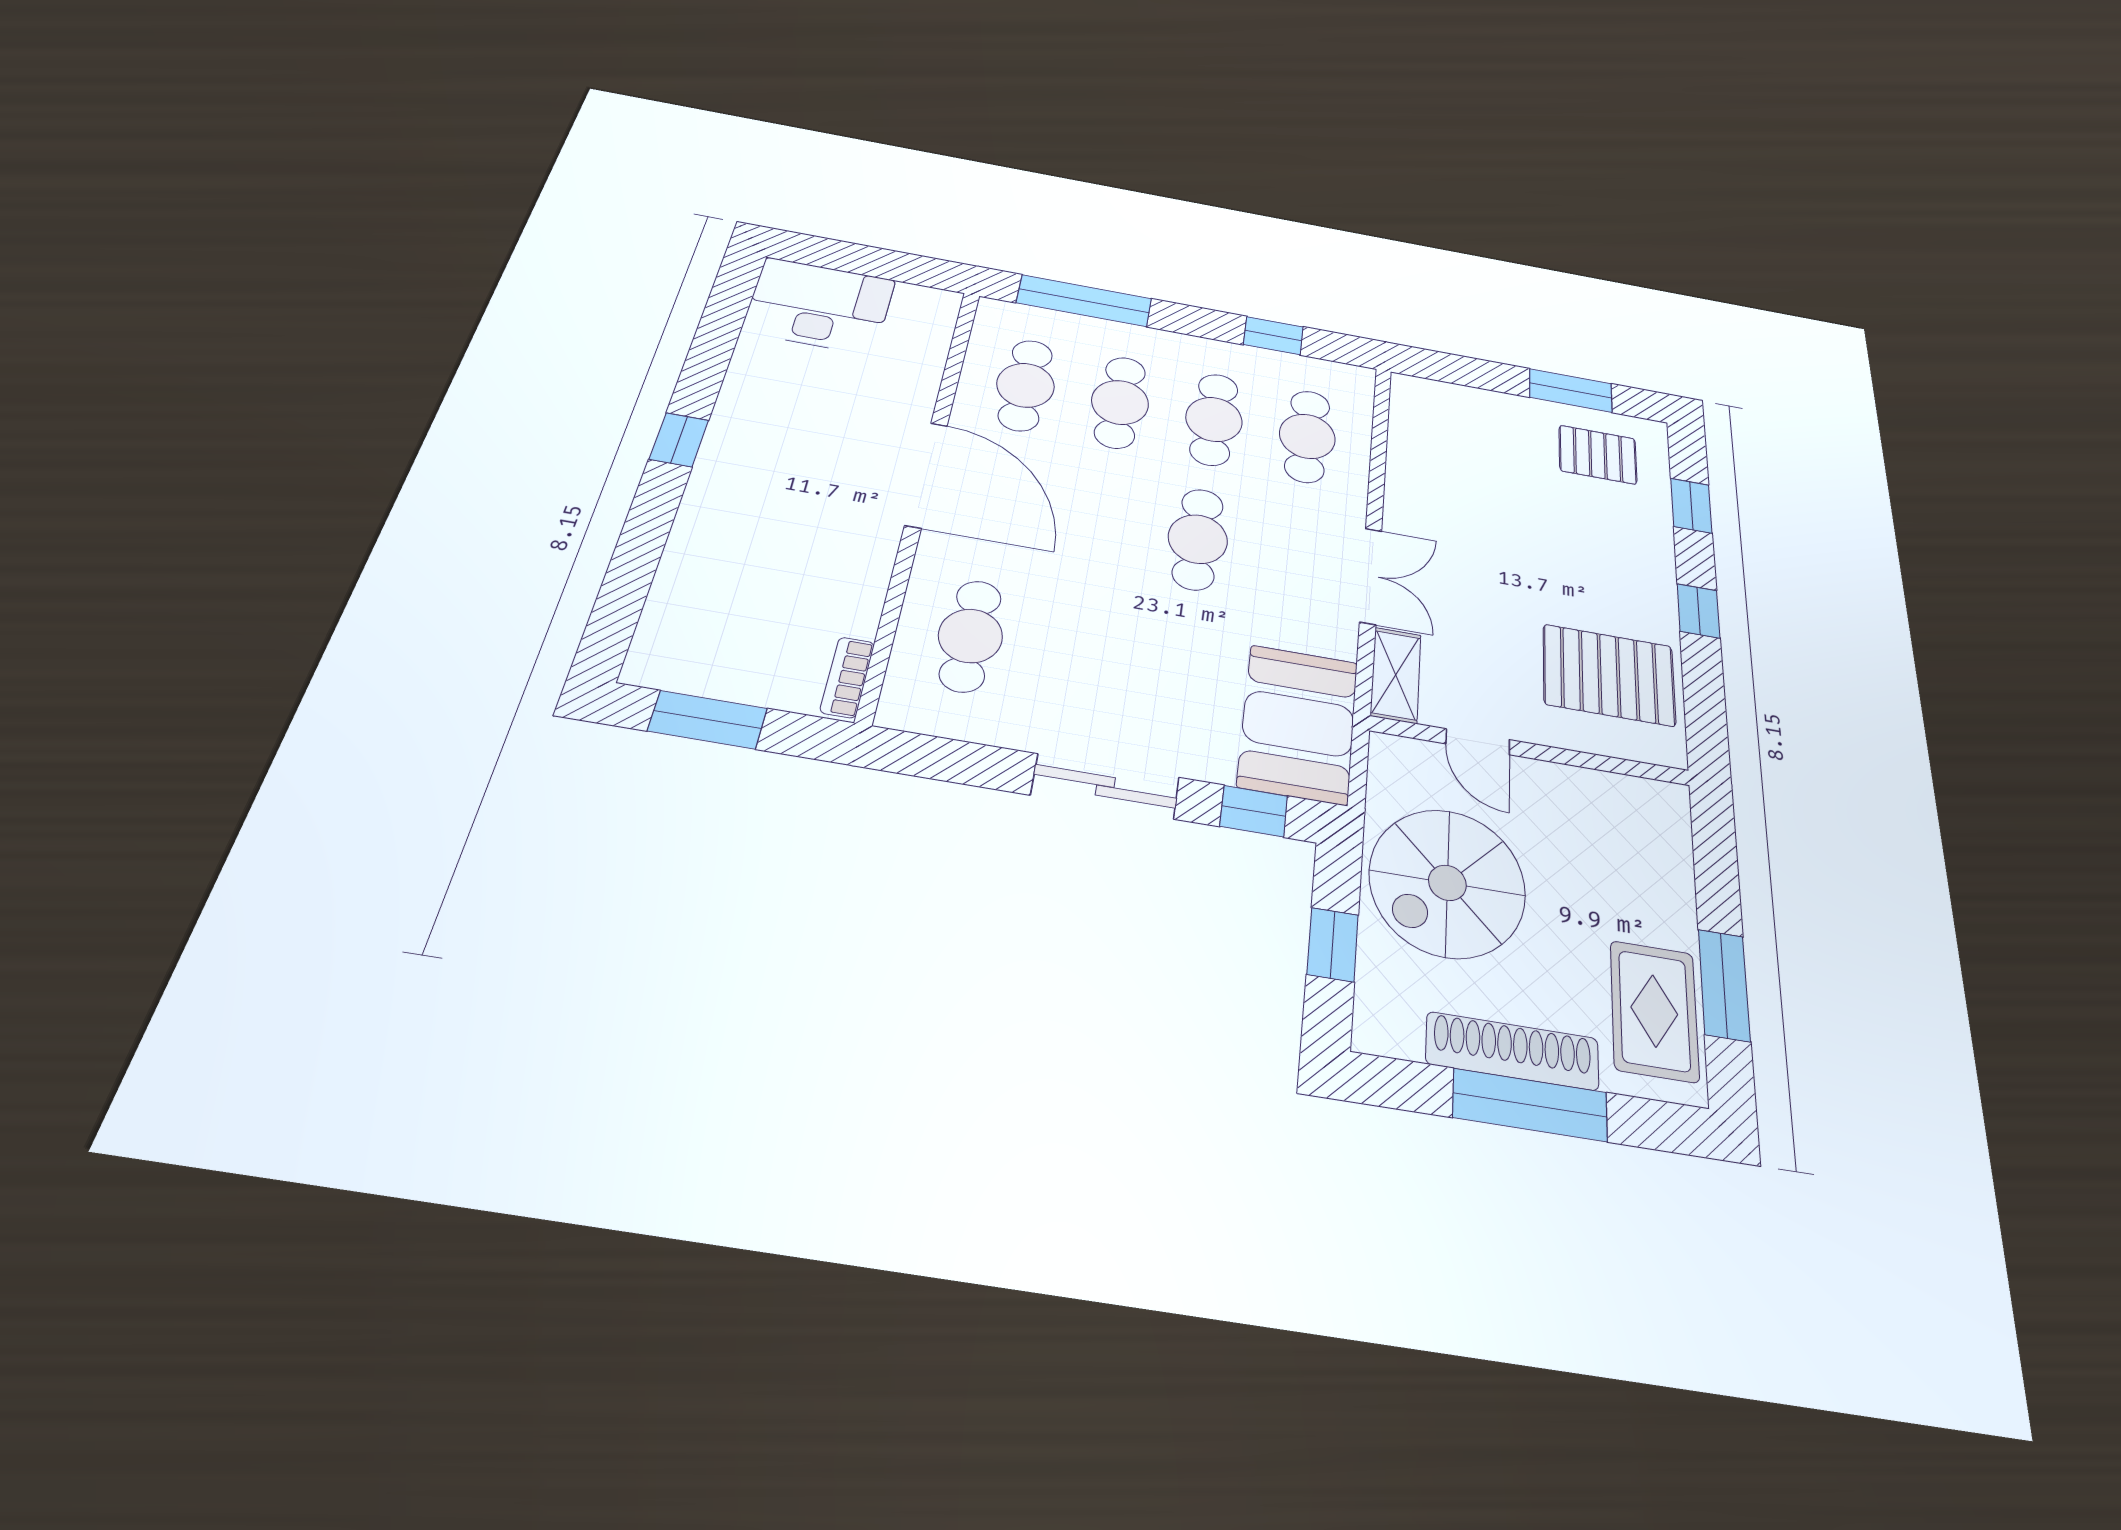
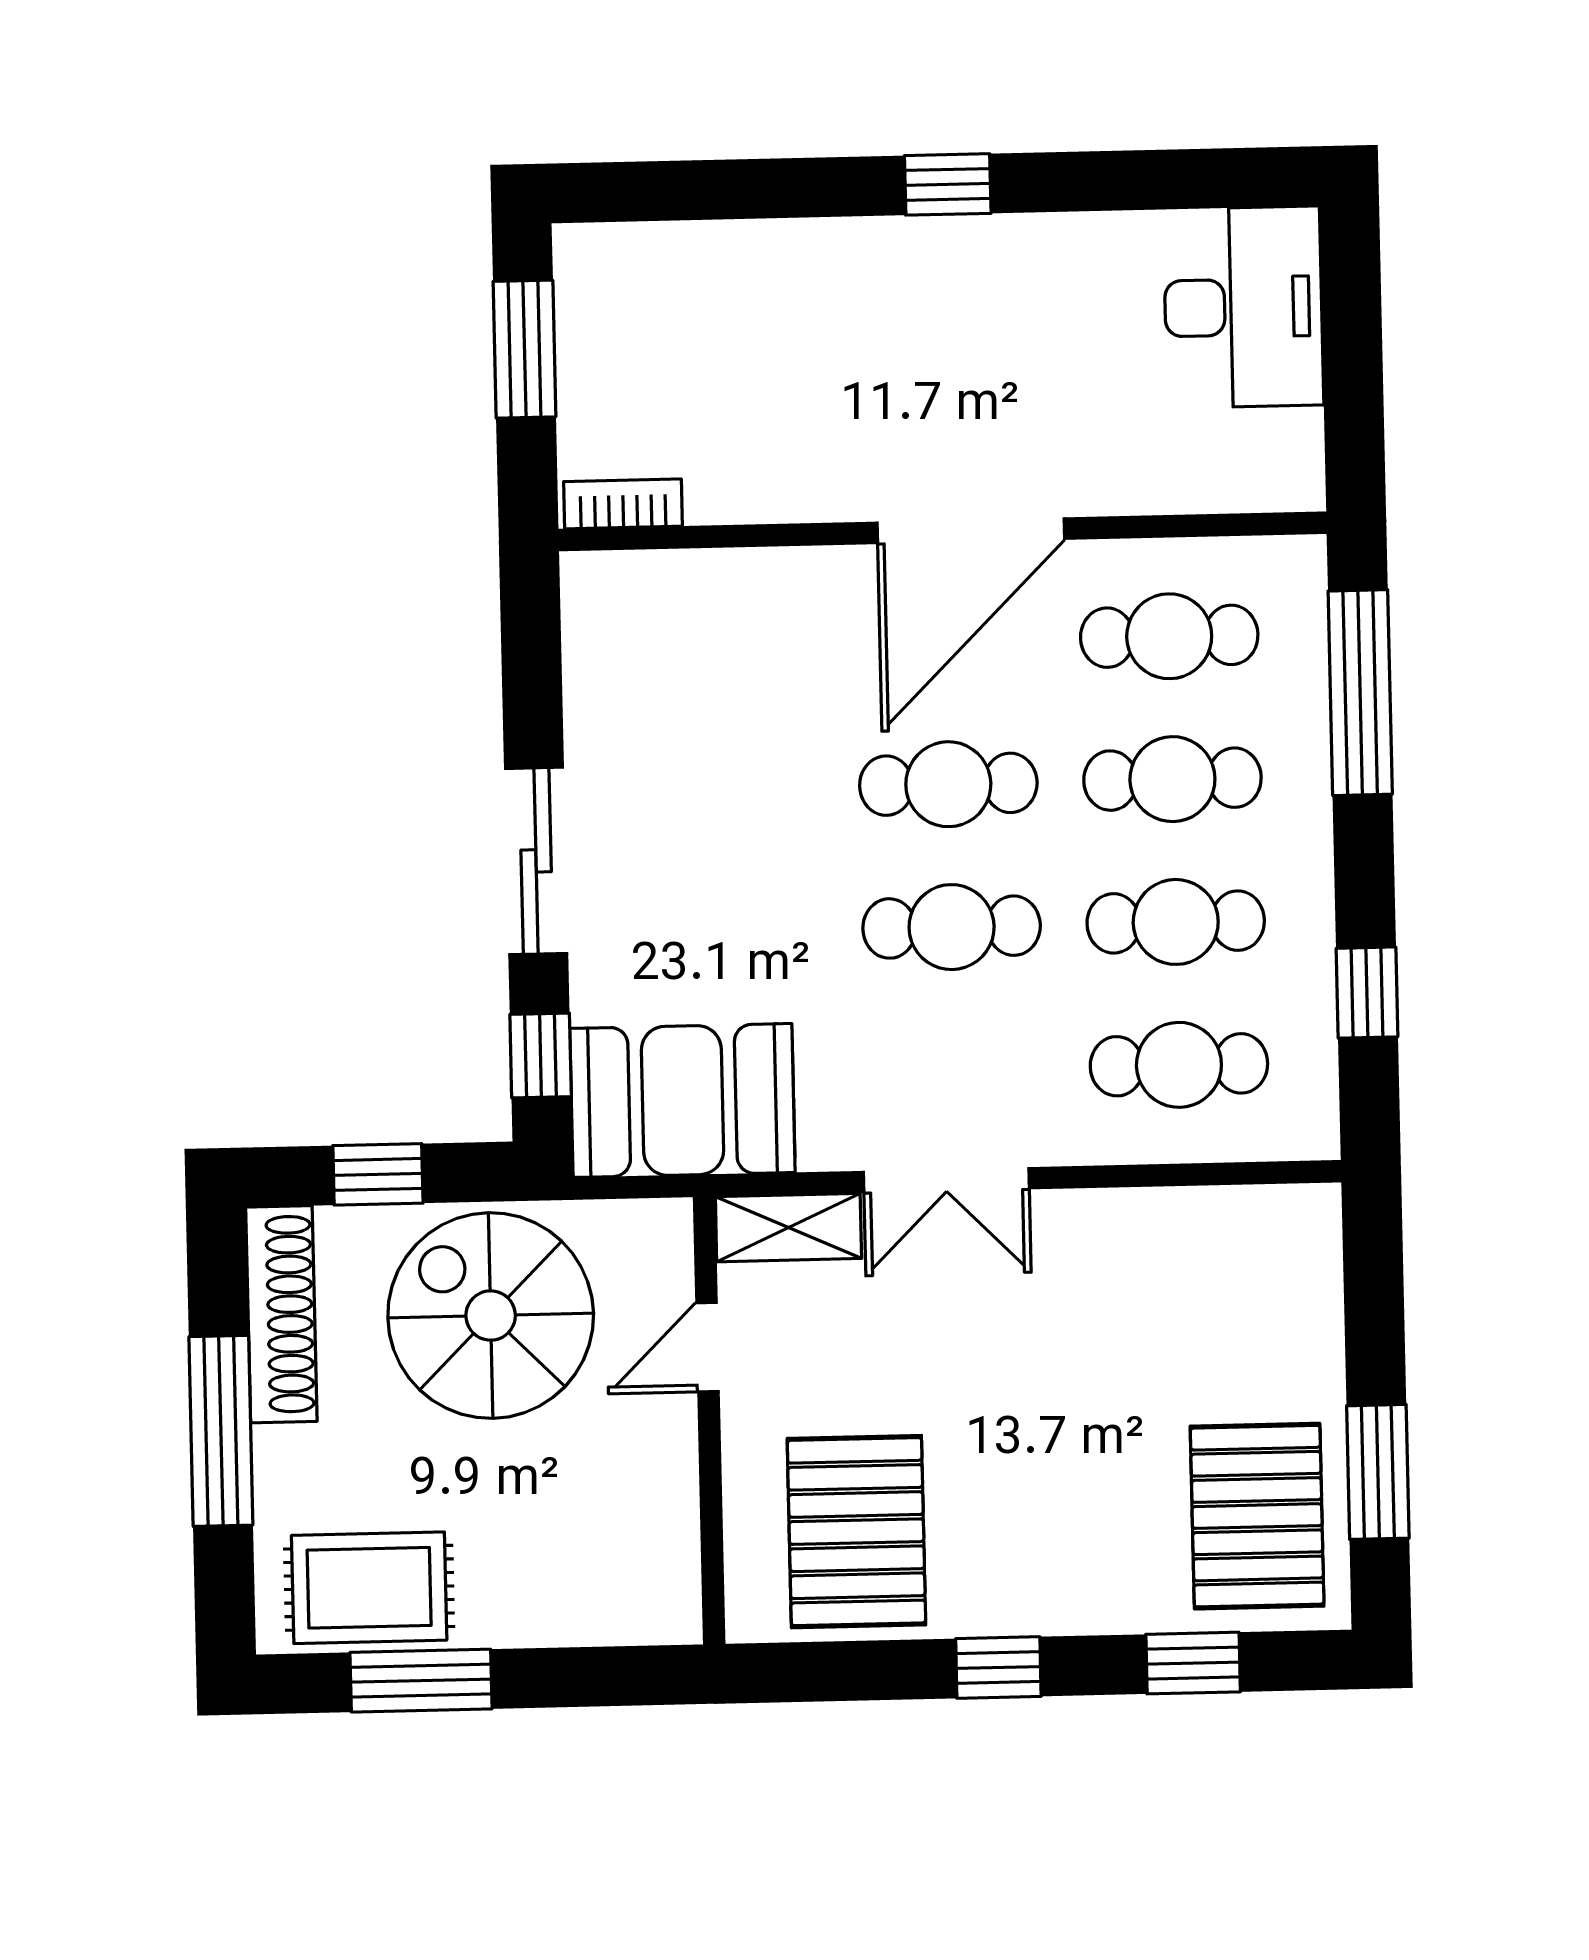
pallet: (1598, 455) -> (1257, 1516), width x1.50, depth x1.42
cafe table: (970, 636) -> (948, 784), moved
shoe rack: (1512, 1051) -> (281, 1314), moved

